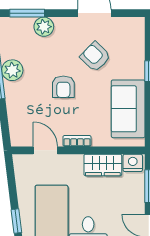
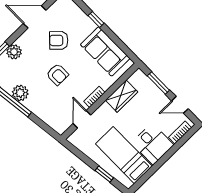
door: (45, 150) -> (82, 119), hinge flipped
nightstand: (133, 163) -> (137, 79), removed

